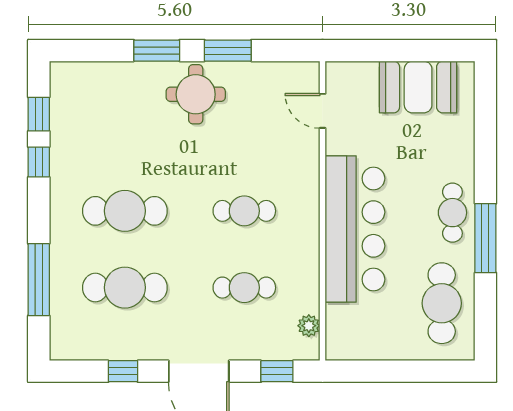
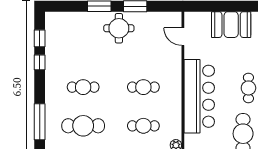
cafe table: (125, 211) -> (83, 87), width x0.73, depth x0.74

